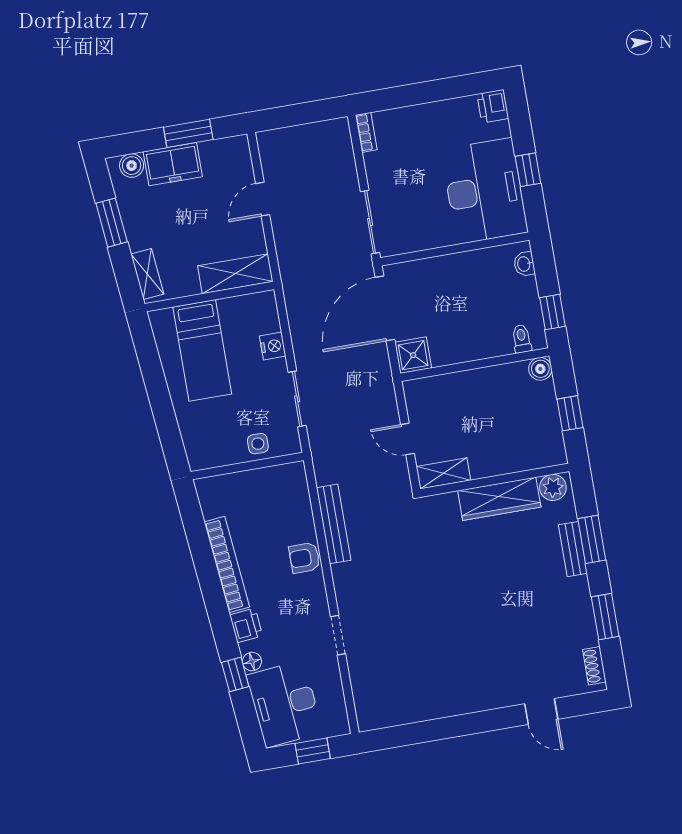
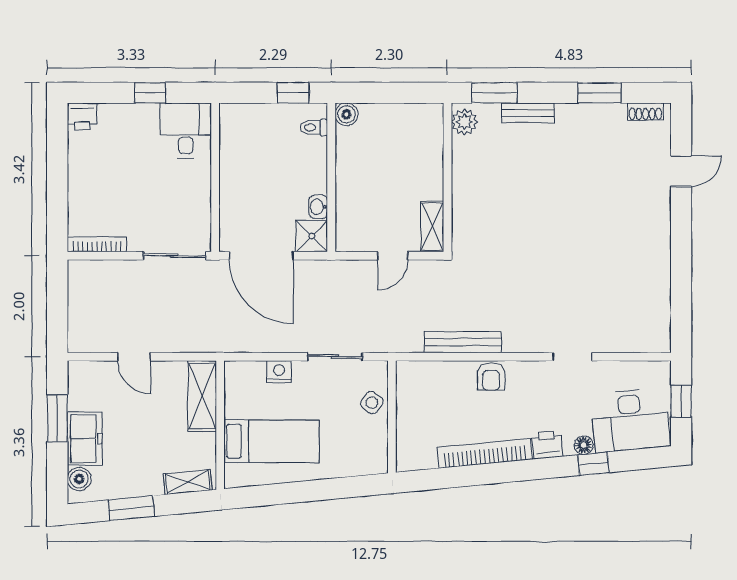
bookcase: (366, 132) -> (97, 244), width x1.56
desk: (484, 191) -> (186, 131), width x0.53, depth x0.77
washbasin: (524, 264) -> (318, 207), moved, turned 90
window: (570, 413) -> (395, 93), removed
side table: (258, 444) -> (372, 403), turned 38
wardrobe: (499, 499) -> (466, 176), removed
window: (592, 539) -> (494, 93), moved

